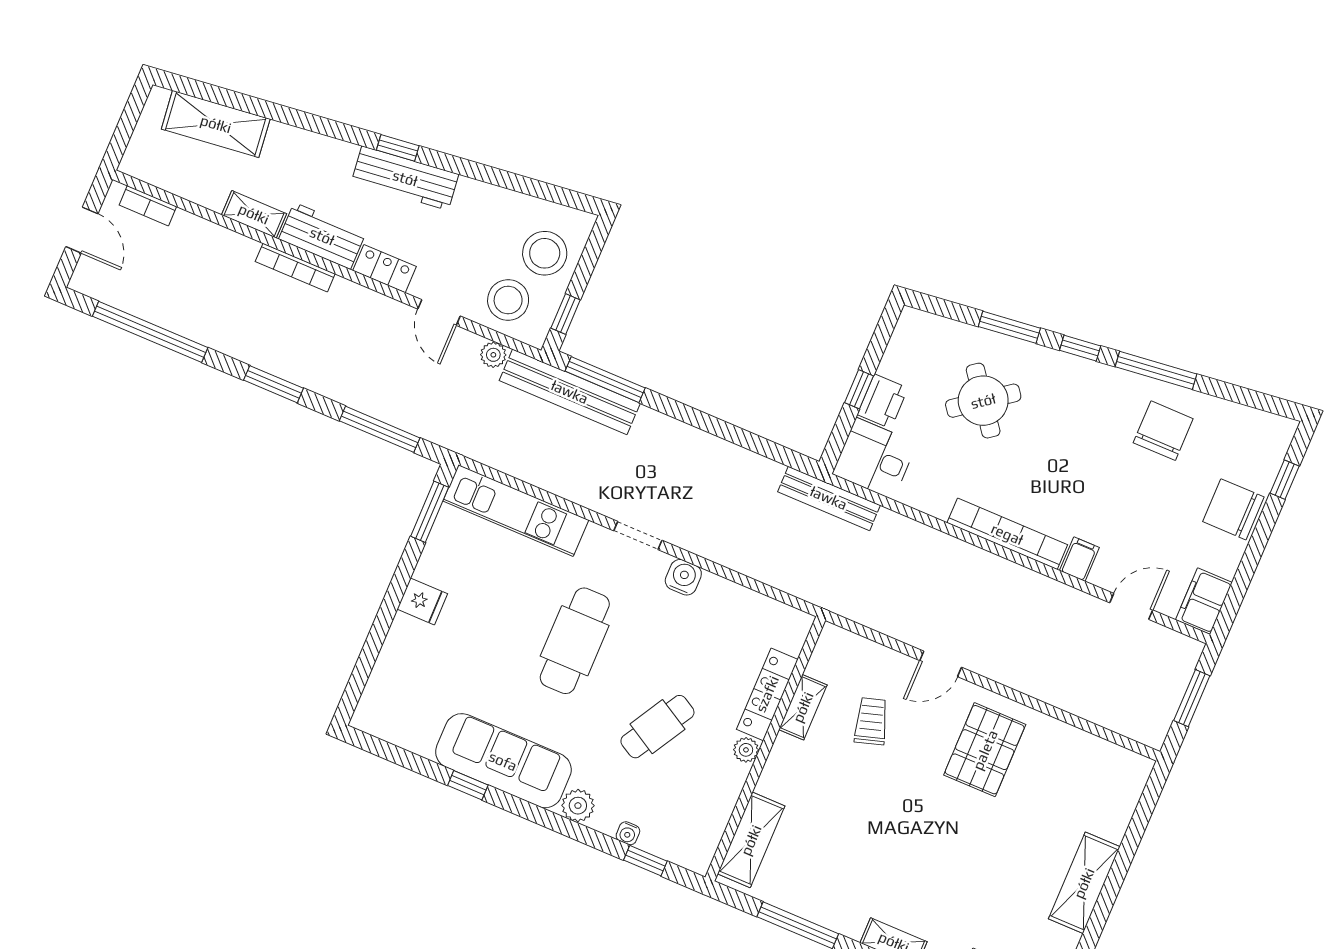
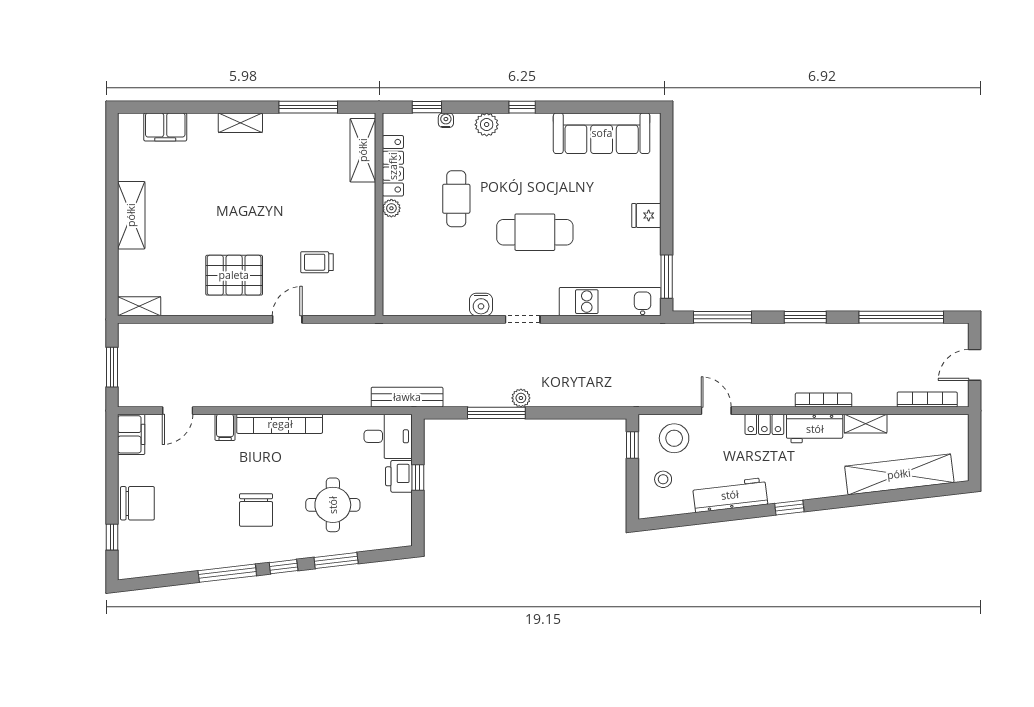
shelving: (216, 124) -> (899, 474), width x1.47
workbench: (405, 178) -> (730, 495), moved
bookcase: (148, 206) -> (927, 400), width x1.56
door: (82, 230) -> (975, 365), hinge flipped
stool: (545, 253) -> (663, 479), width x0.53, depth x0.53
plant: (493, 355) -> (521, 398), moved
window: (605, 380) -> (496, 413), moved
bench: (570, 392) -> (608, 395), removed
round table: (983, 401) -> (333, 505), turned 37
chair: (1163, 431) -> (256, 510), moved
cafe table: (575, 641) -> (535, 232), turned 90
locker: (767, 694) -> (393, 166), moved
shelving: (803, 707) -> (139, 306), moved, turned 90
trolley: (871, 721) -> (317, 262), turned 107
cafe table: (657, 727) -> (456, 199), turned -30
pallet: (985, 750) -> (234, 275), turned 90
sofa: (503, 761) -> (602, 133), moved
window: (468, 785) -> (522, 107), moved

